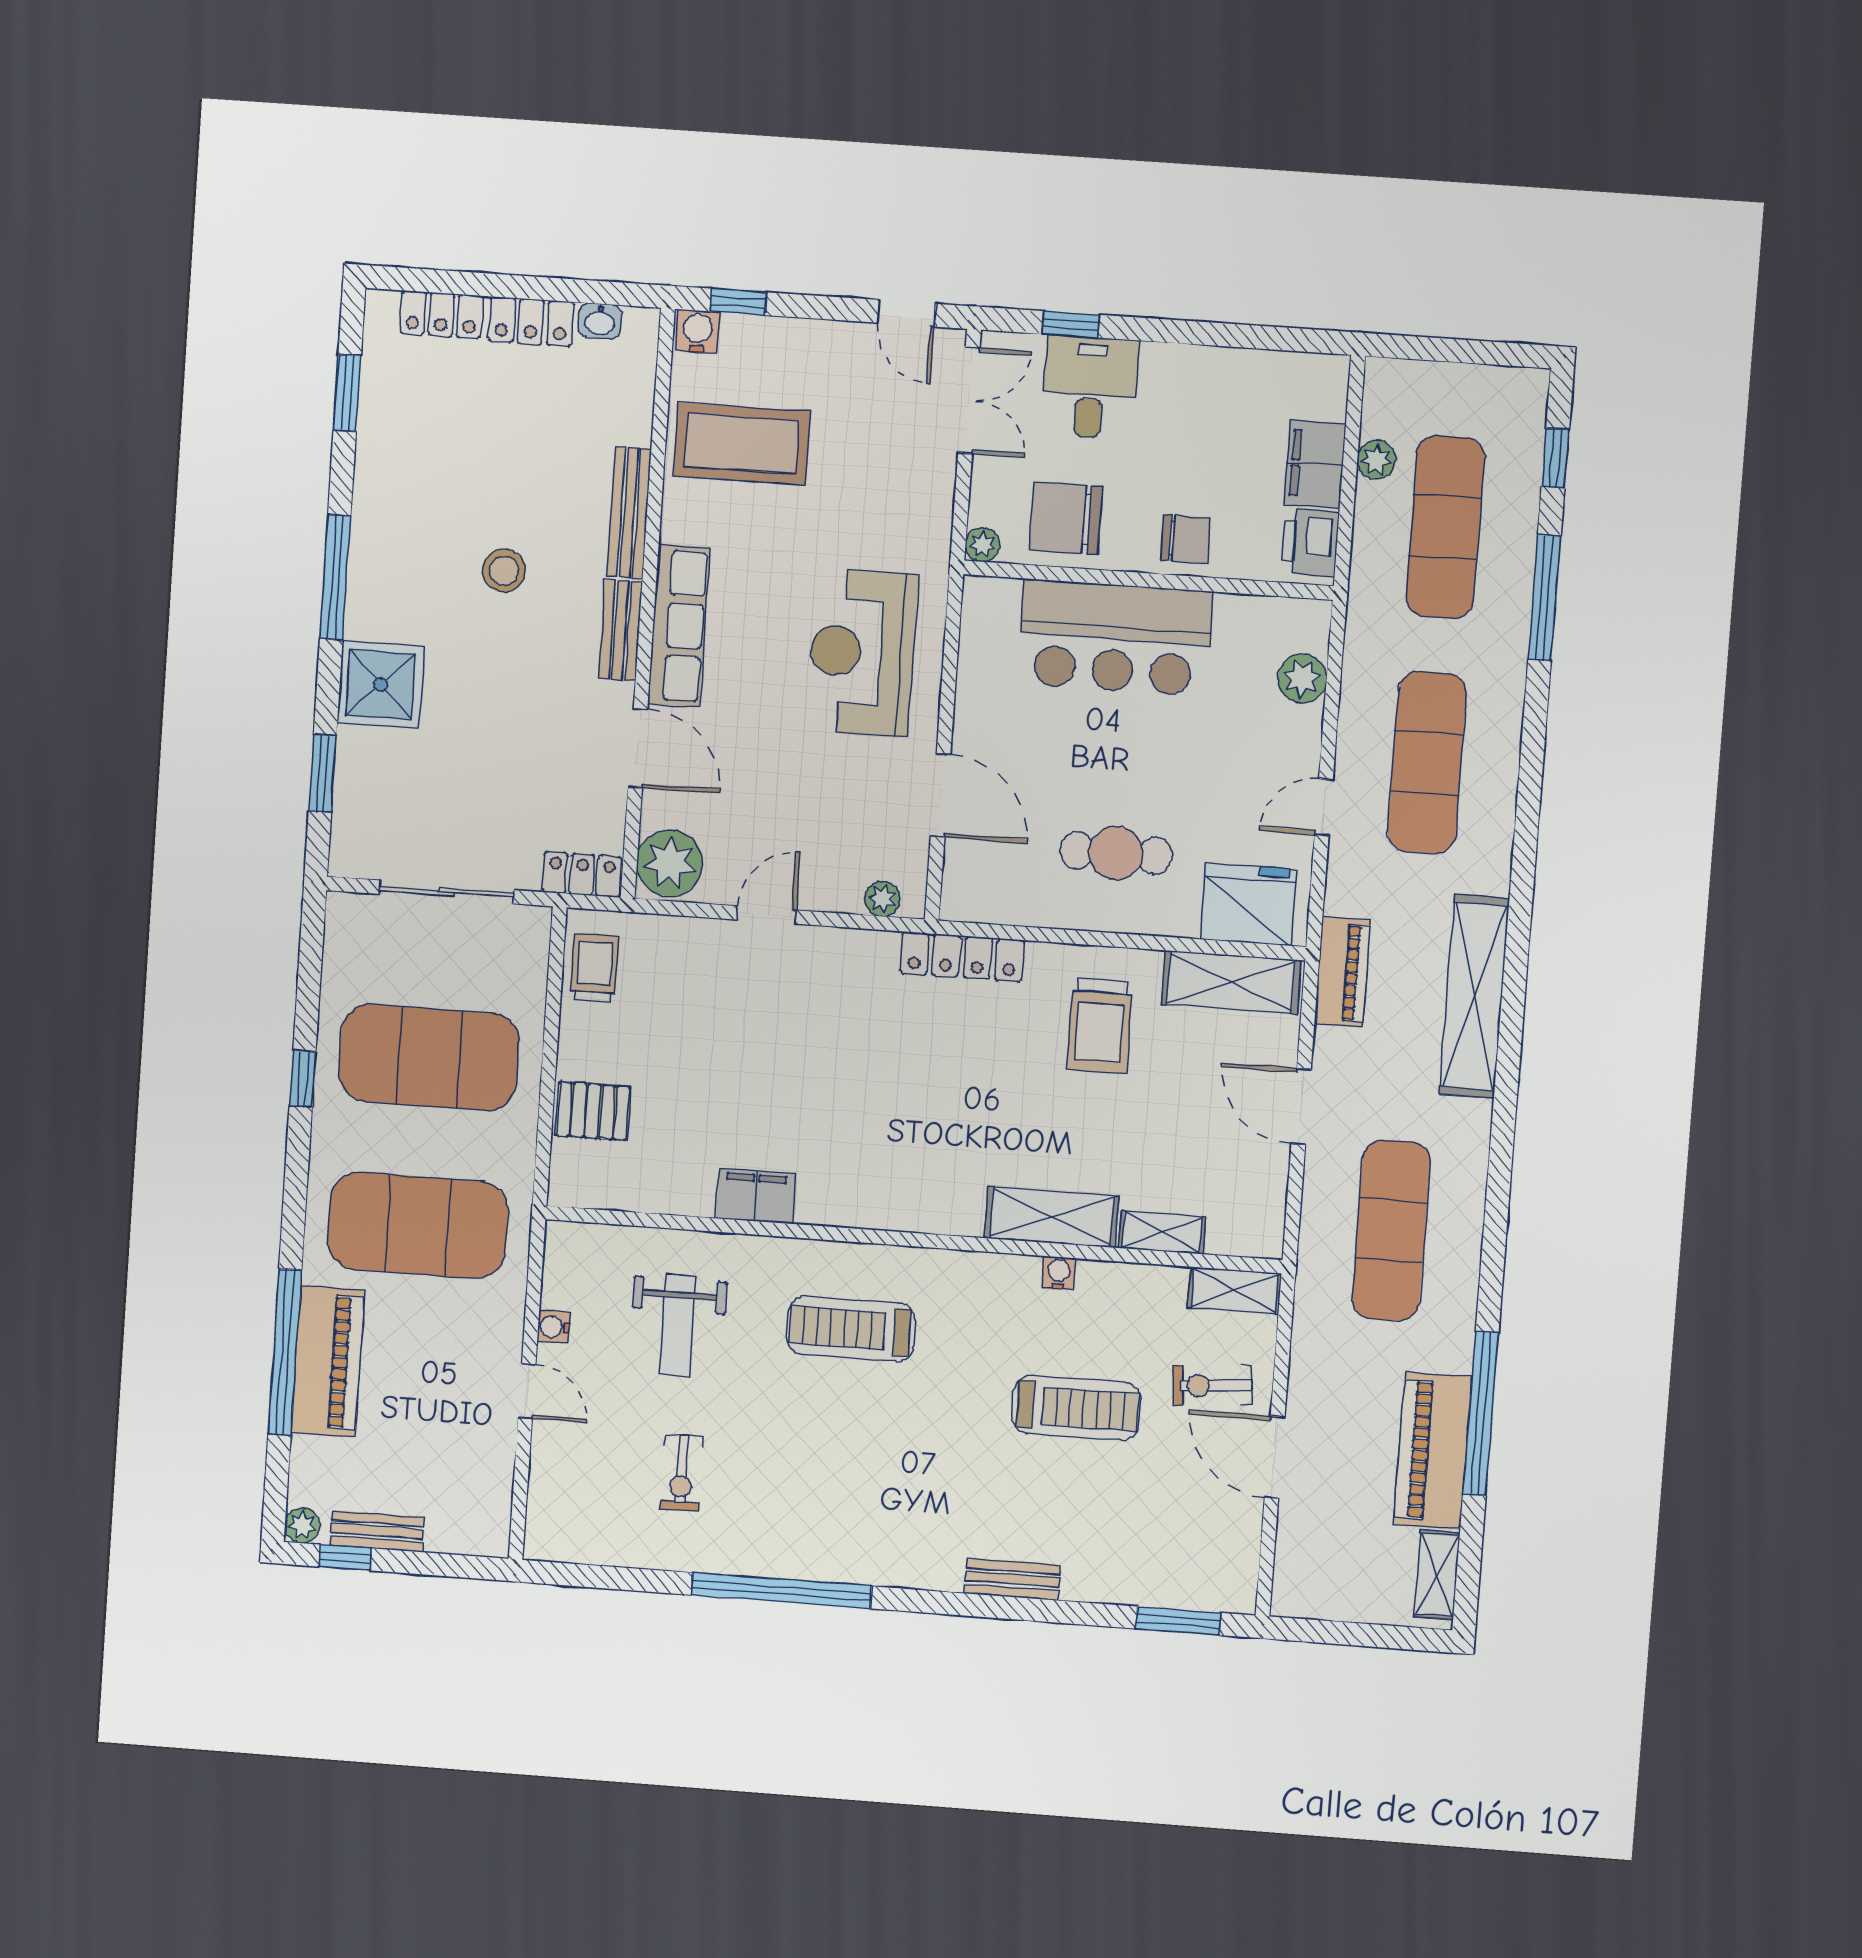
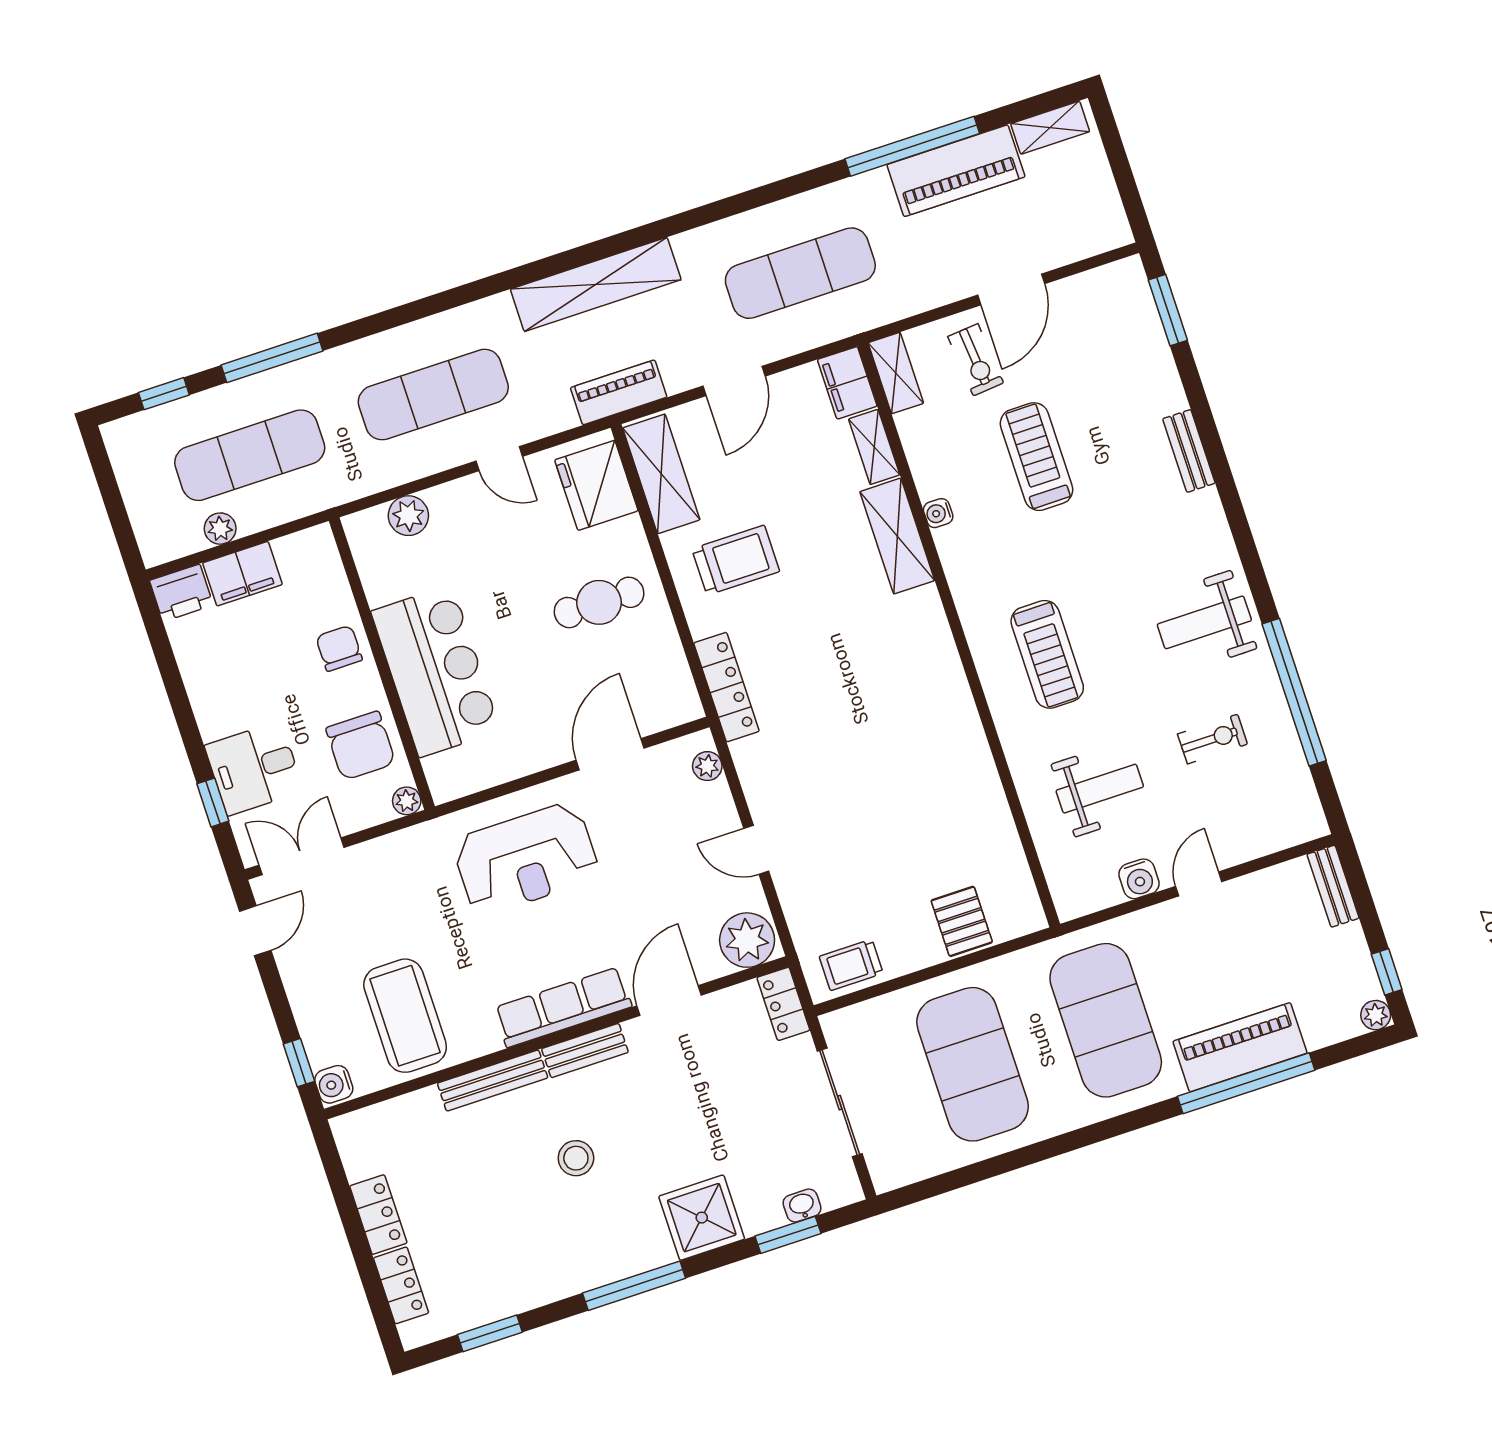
washbasin: (600, 321) -> (802, 1206), moved, turned -90
printer: (1310, 542) -> (181, 593), moved
cafe table: (1116, 853) -> (599, 602), turned 90
window: (303, 1079) -> (1029, 1155), removed
filing cabinet: (756, 1196) -> (847, 383), moved
water cooler: (554, 1327) -> (1139, 879), width x1.38, depth x1.38
weight bench: (815, 1517) -> (1204, 622), added
bench: (377, 1531) -> (1333, 886), moved
window: (781, 1591) -> (1294, 692), moved

